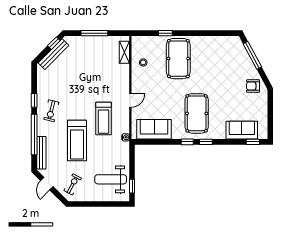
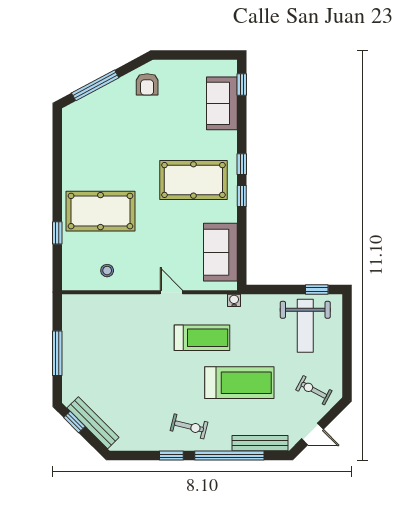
shelving: (124, 52) -> (90, 303), removed

